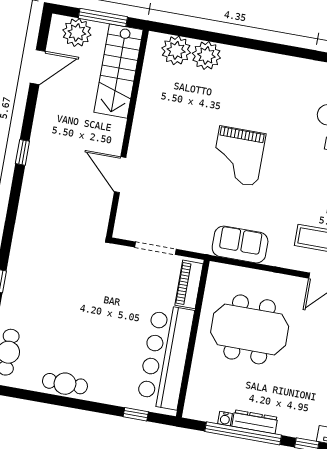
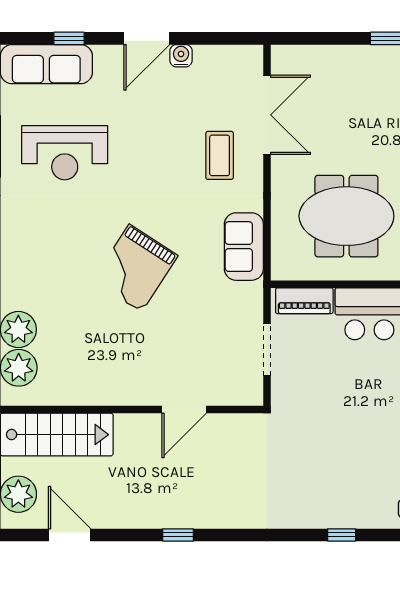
grand piano: (238, 156) -> (135, 268), turned 123
meeting table: (250, 329) -> (346, 216), turned 90

